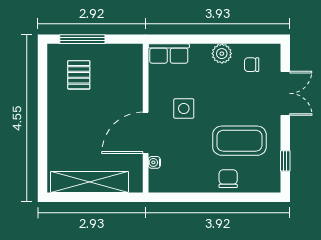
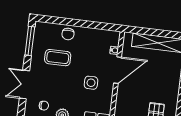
coffee table: (239, 141) -> (58, 58), width x0.73, depth x0.76
window: (285, 161) -> (30, 41), width x2.17

